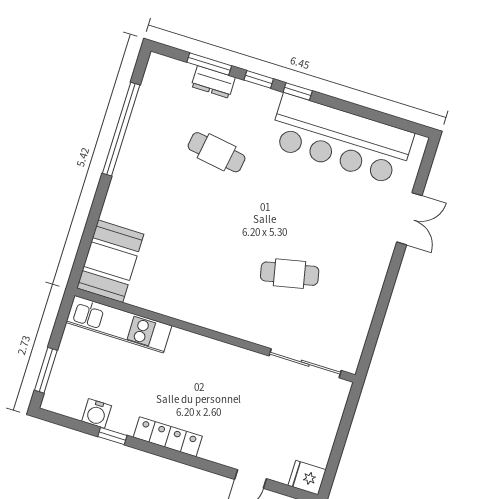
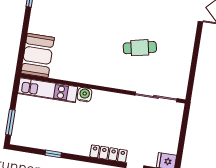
water cooler: (97, 413) -> (84, 95), moved, turned 180
locker: (168, 437) -> (108, 154), moved

